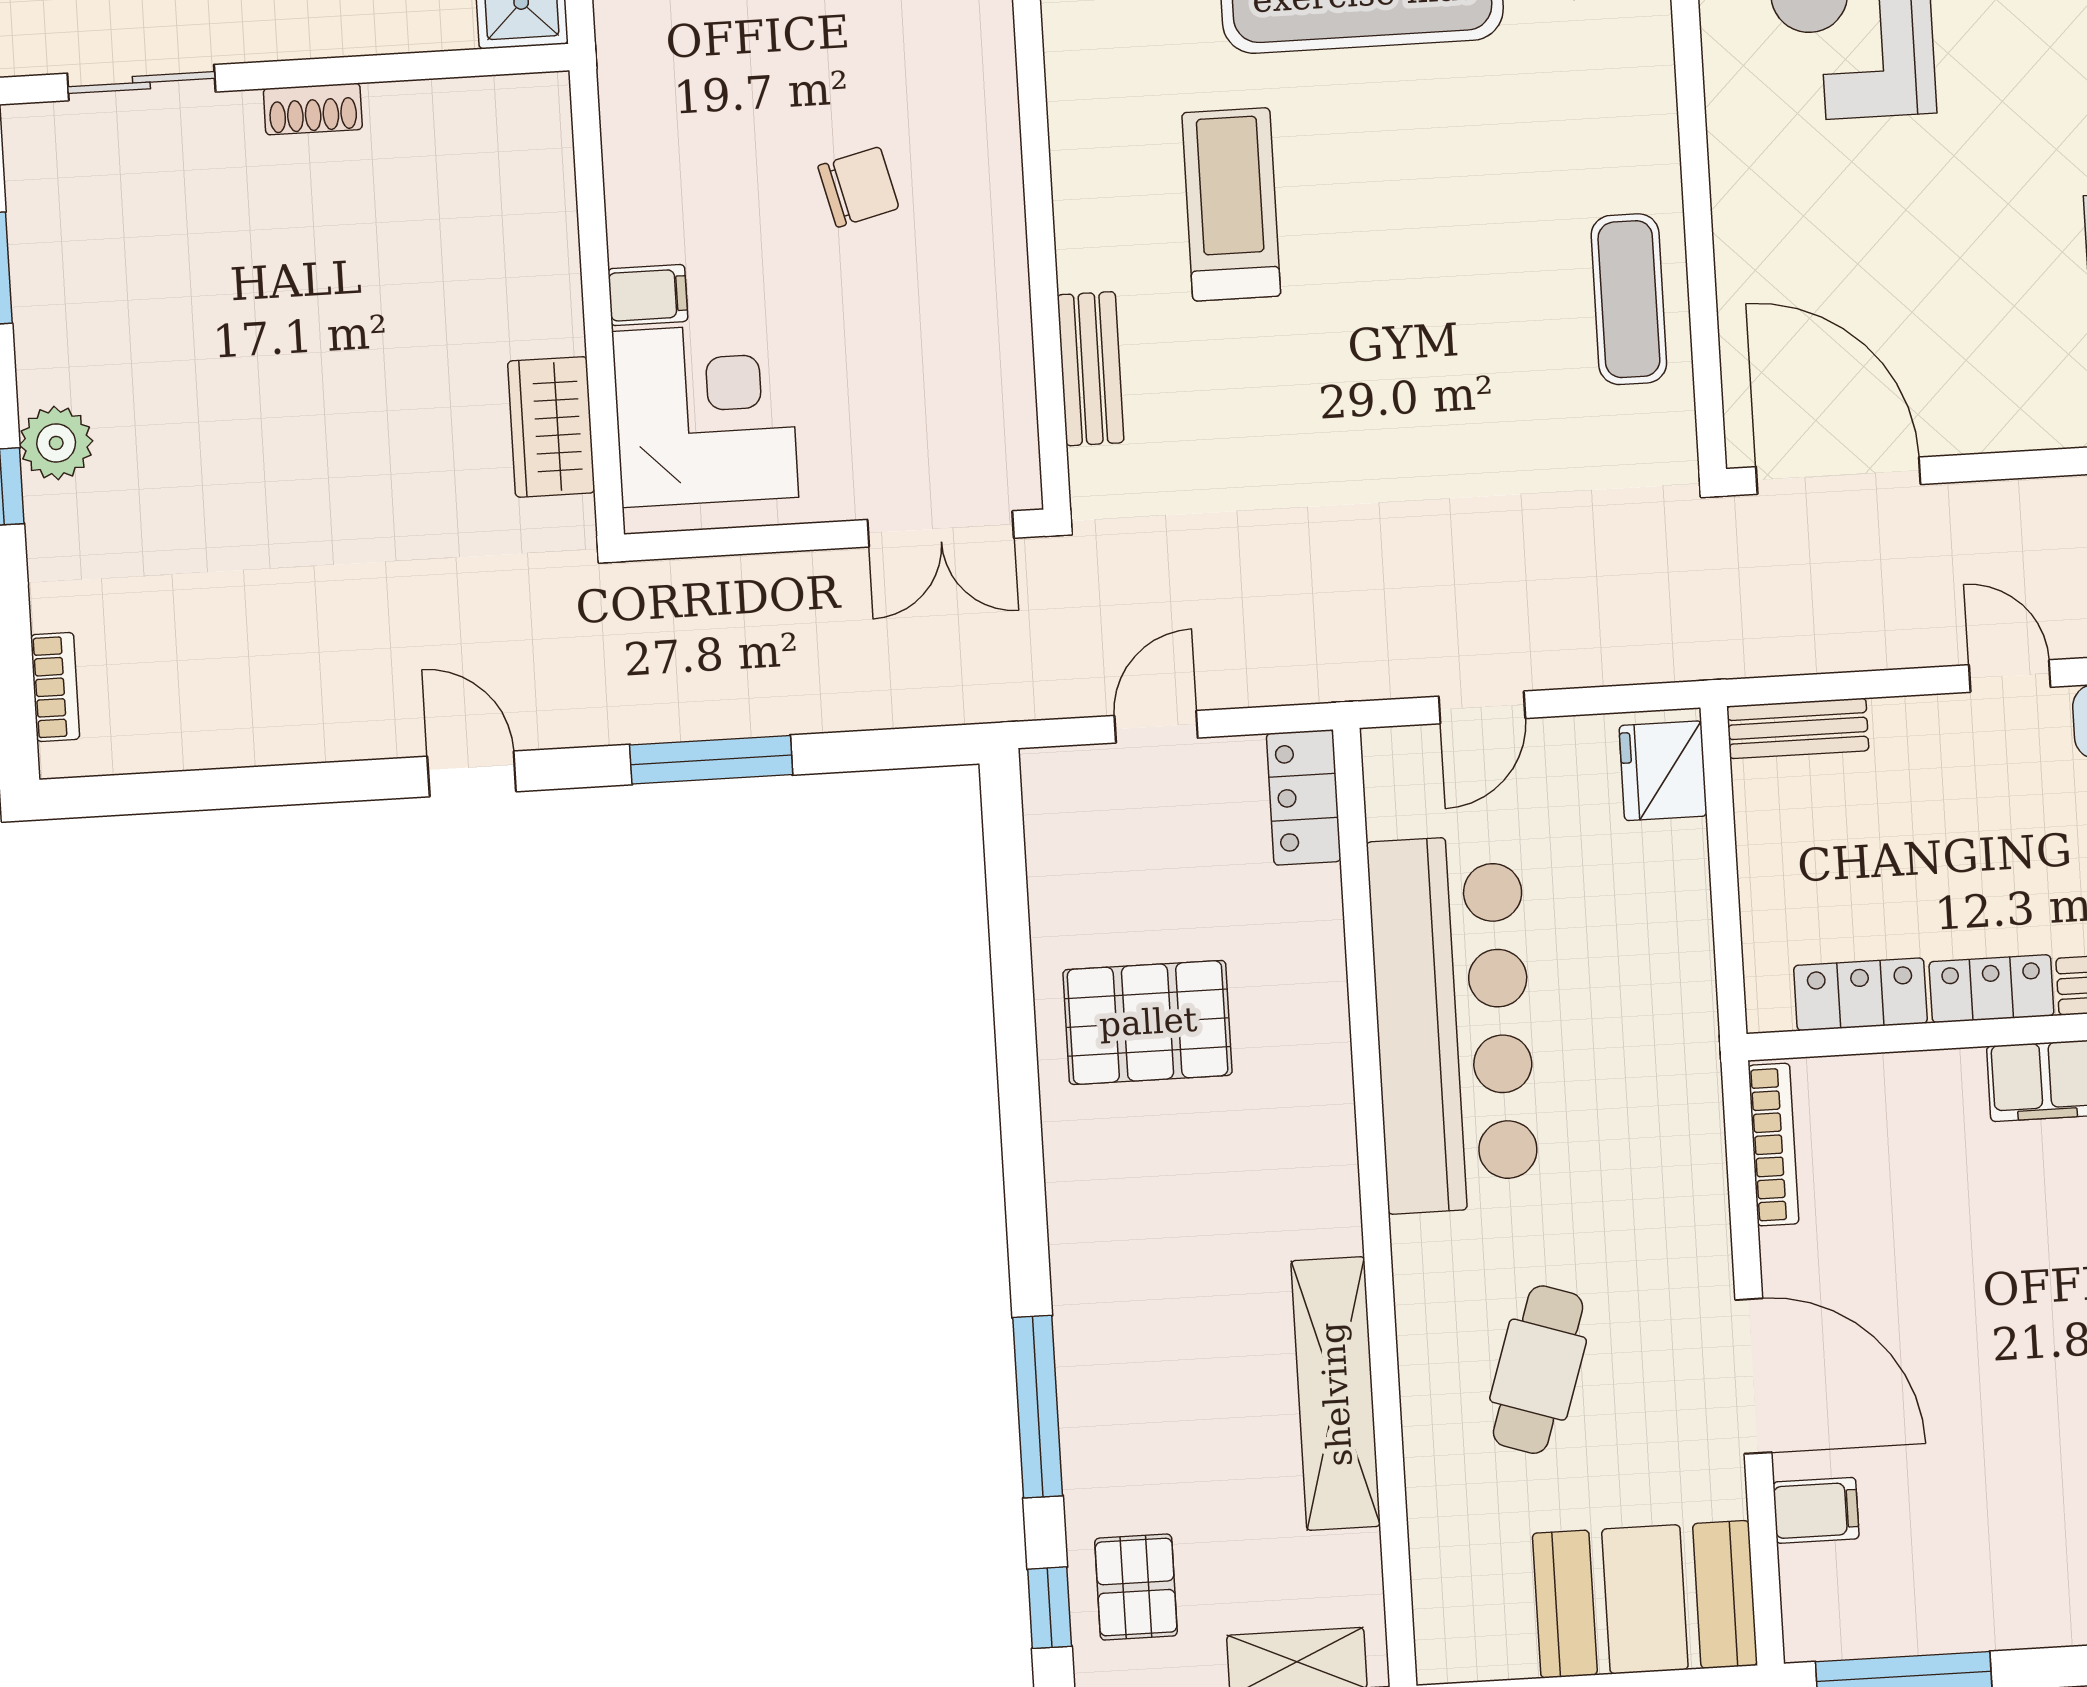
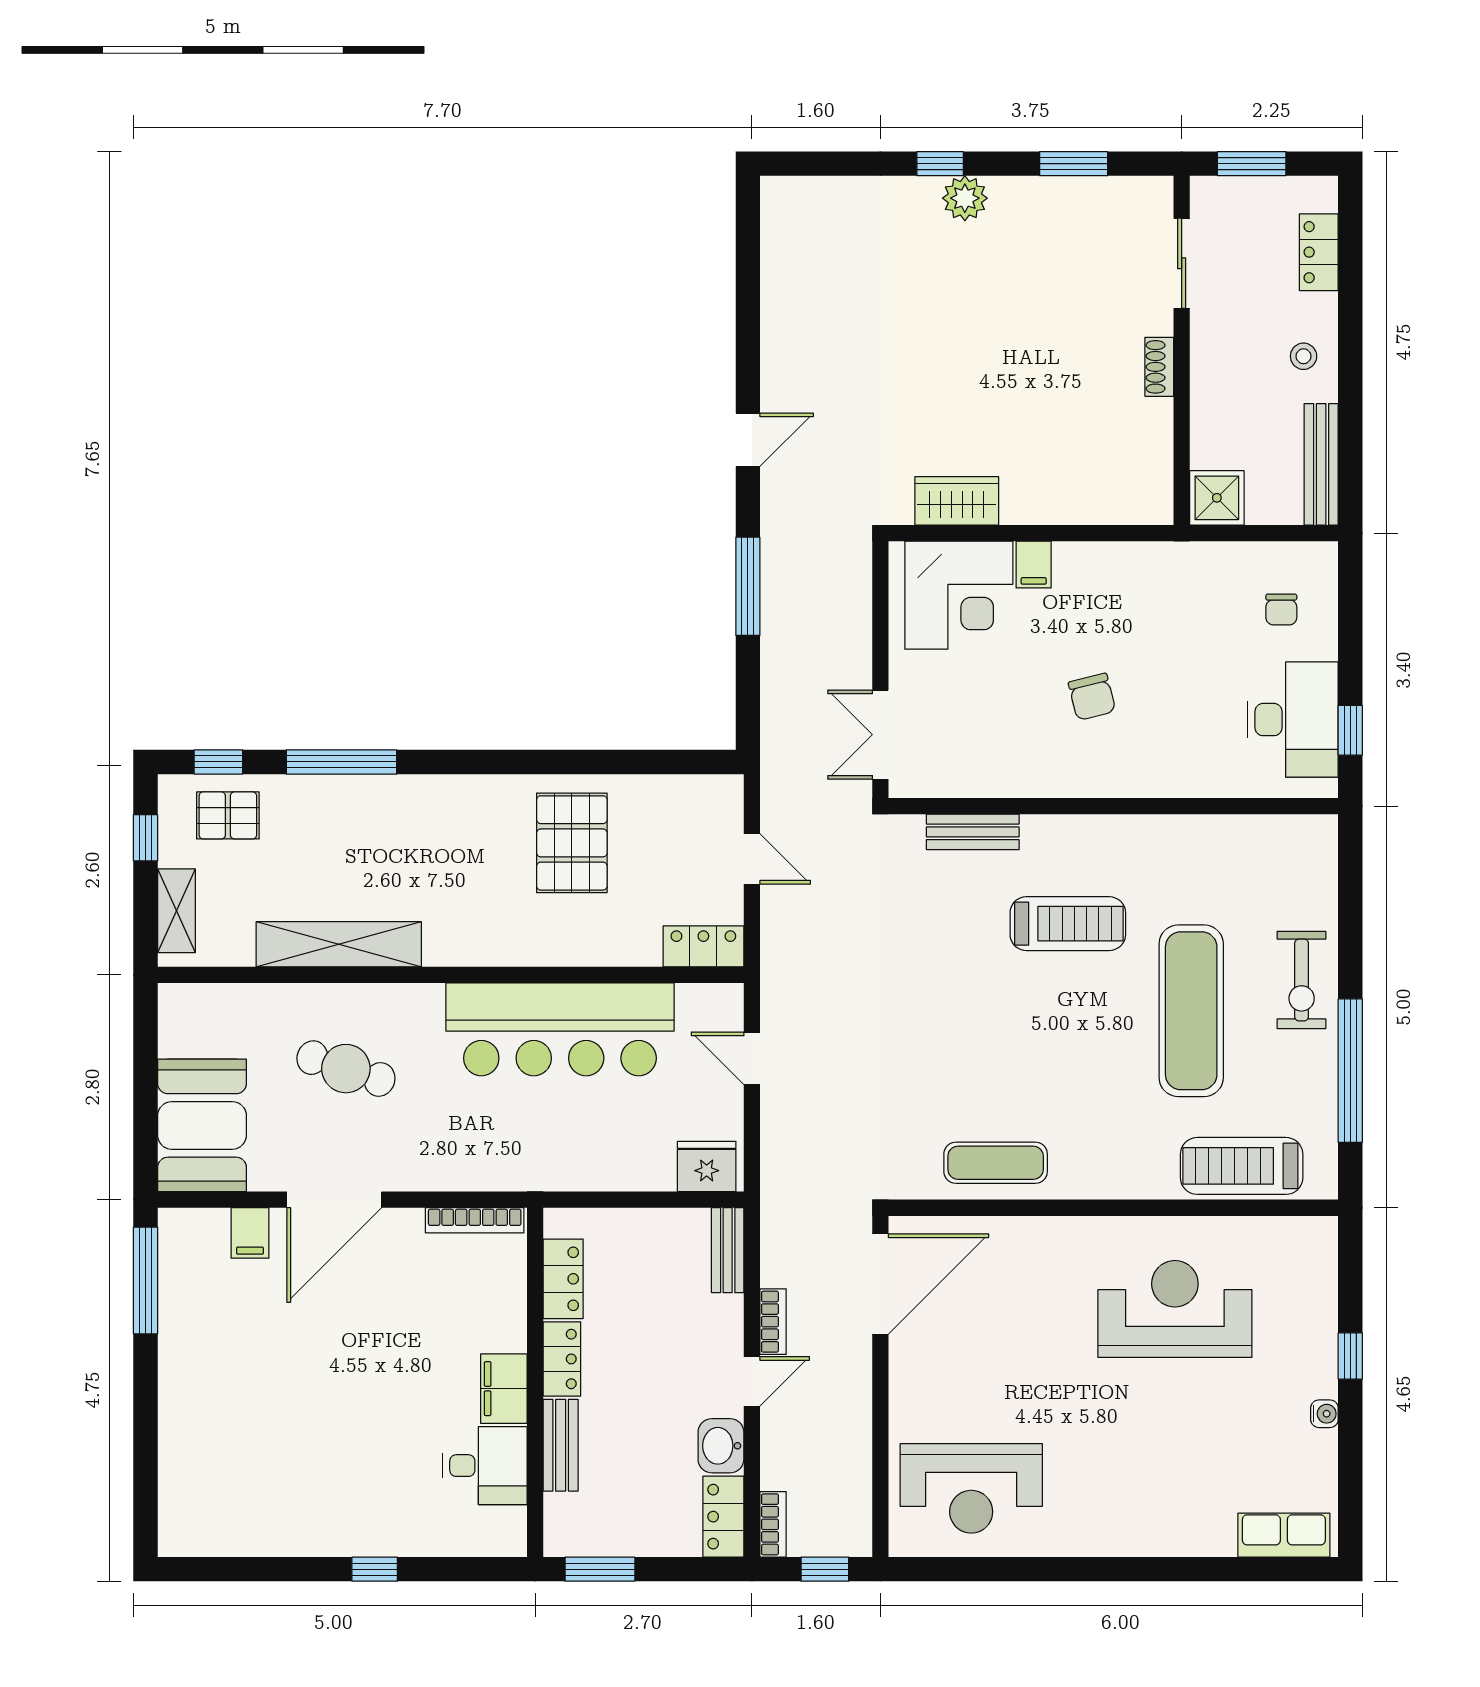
bookcase: (55, 687) -> (773, 1322), moved, turned -90

